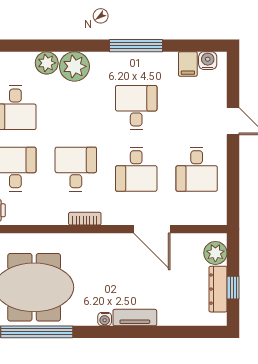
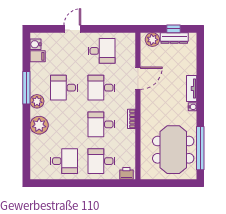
plant: (47, 63) -> (37, 101), moved
desk: (136, 169) -> (101, 88), turned 180

